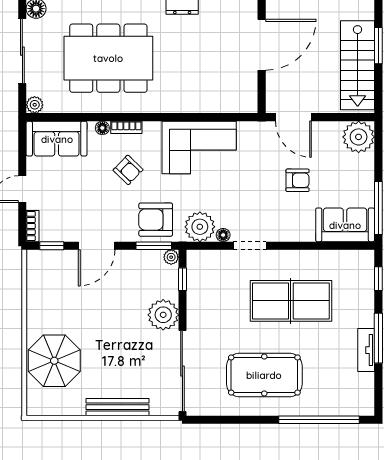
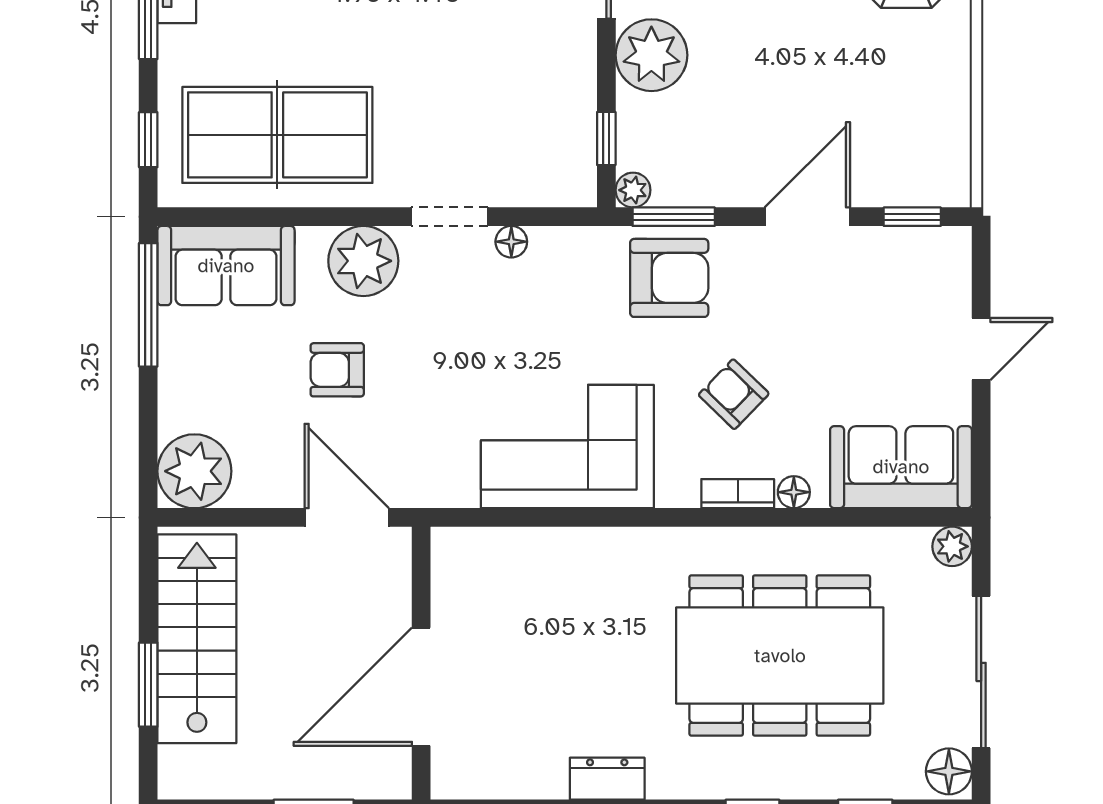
bookcase: (33, 226) -> (957, 263), removed
plant: (200, 227) -> (363, 261), moved
table tennis table: (291, 301) -> (277, 135), moved

